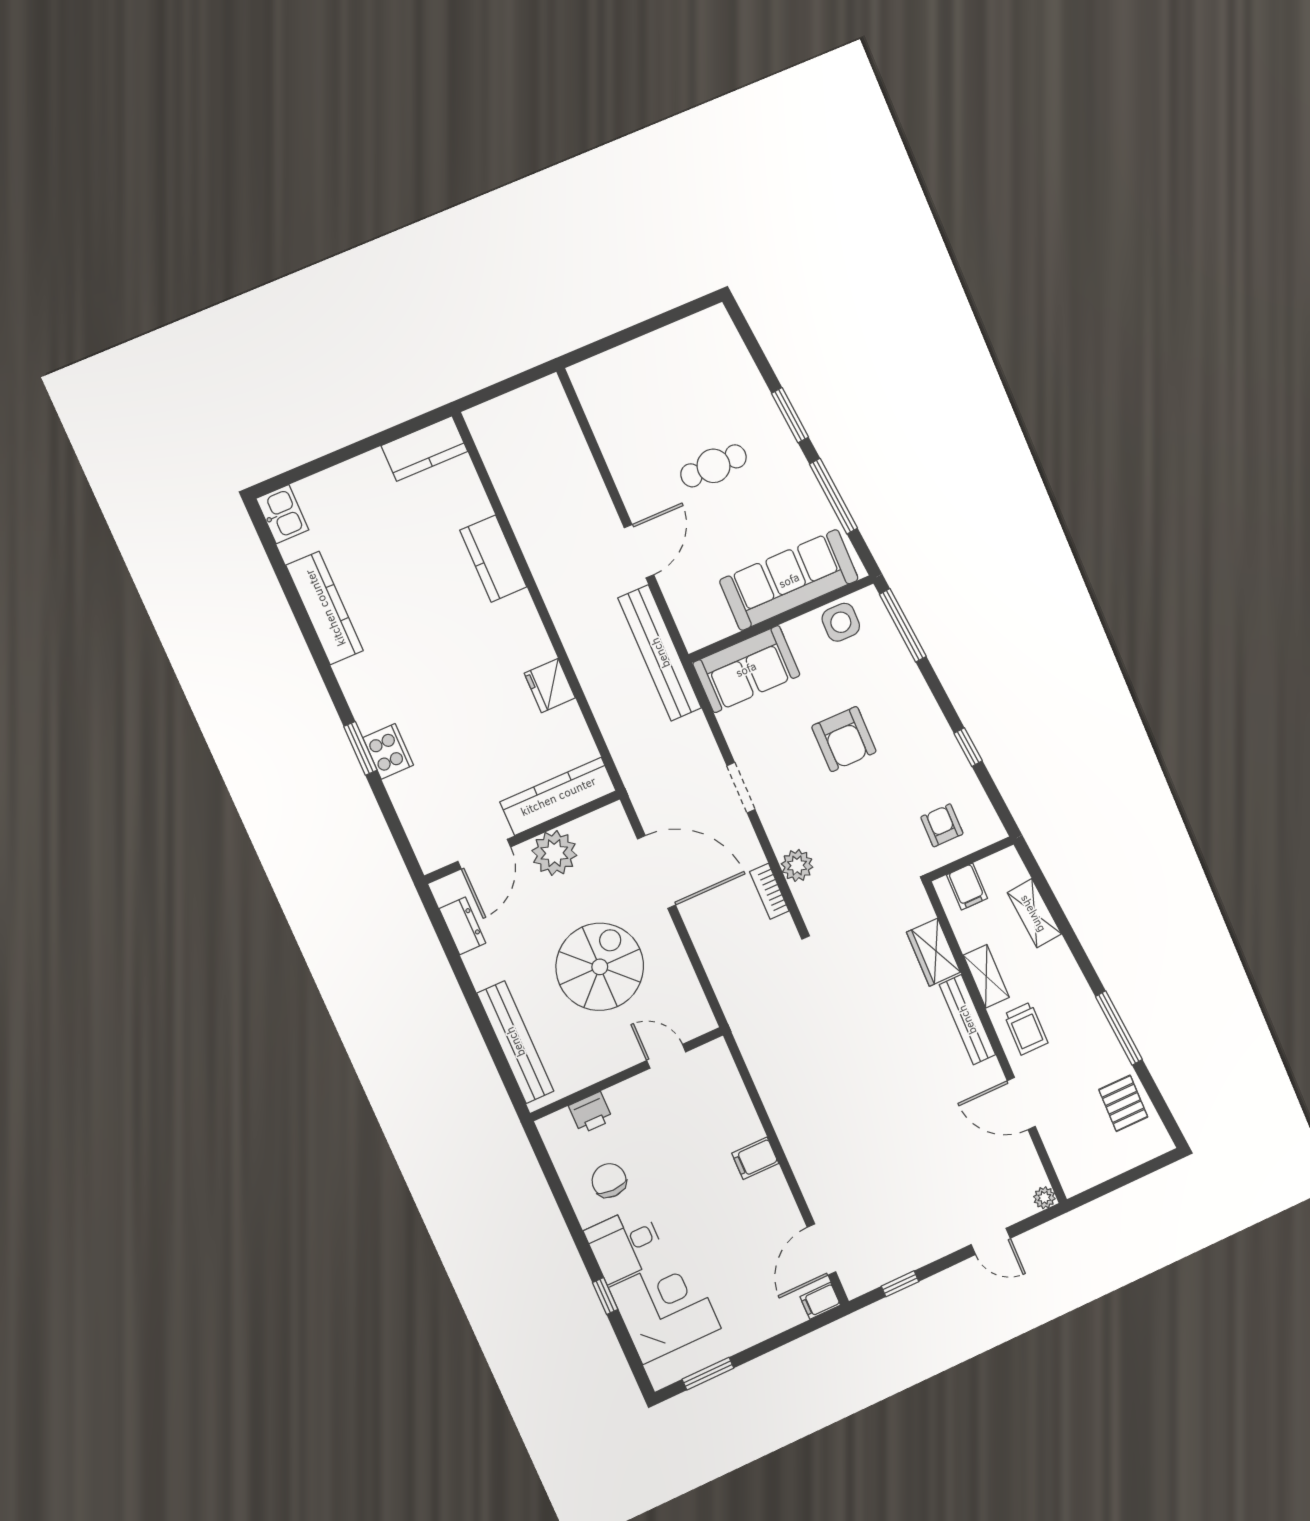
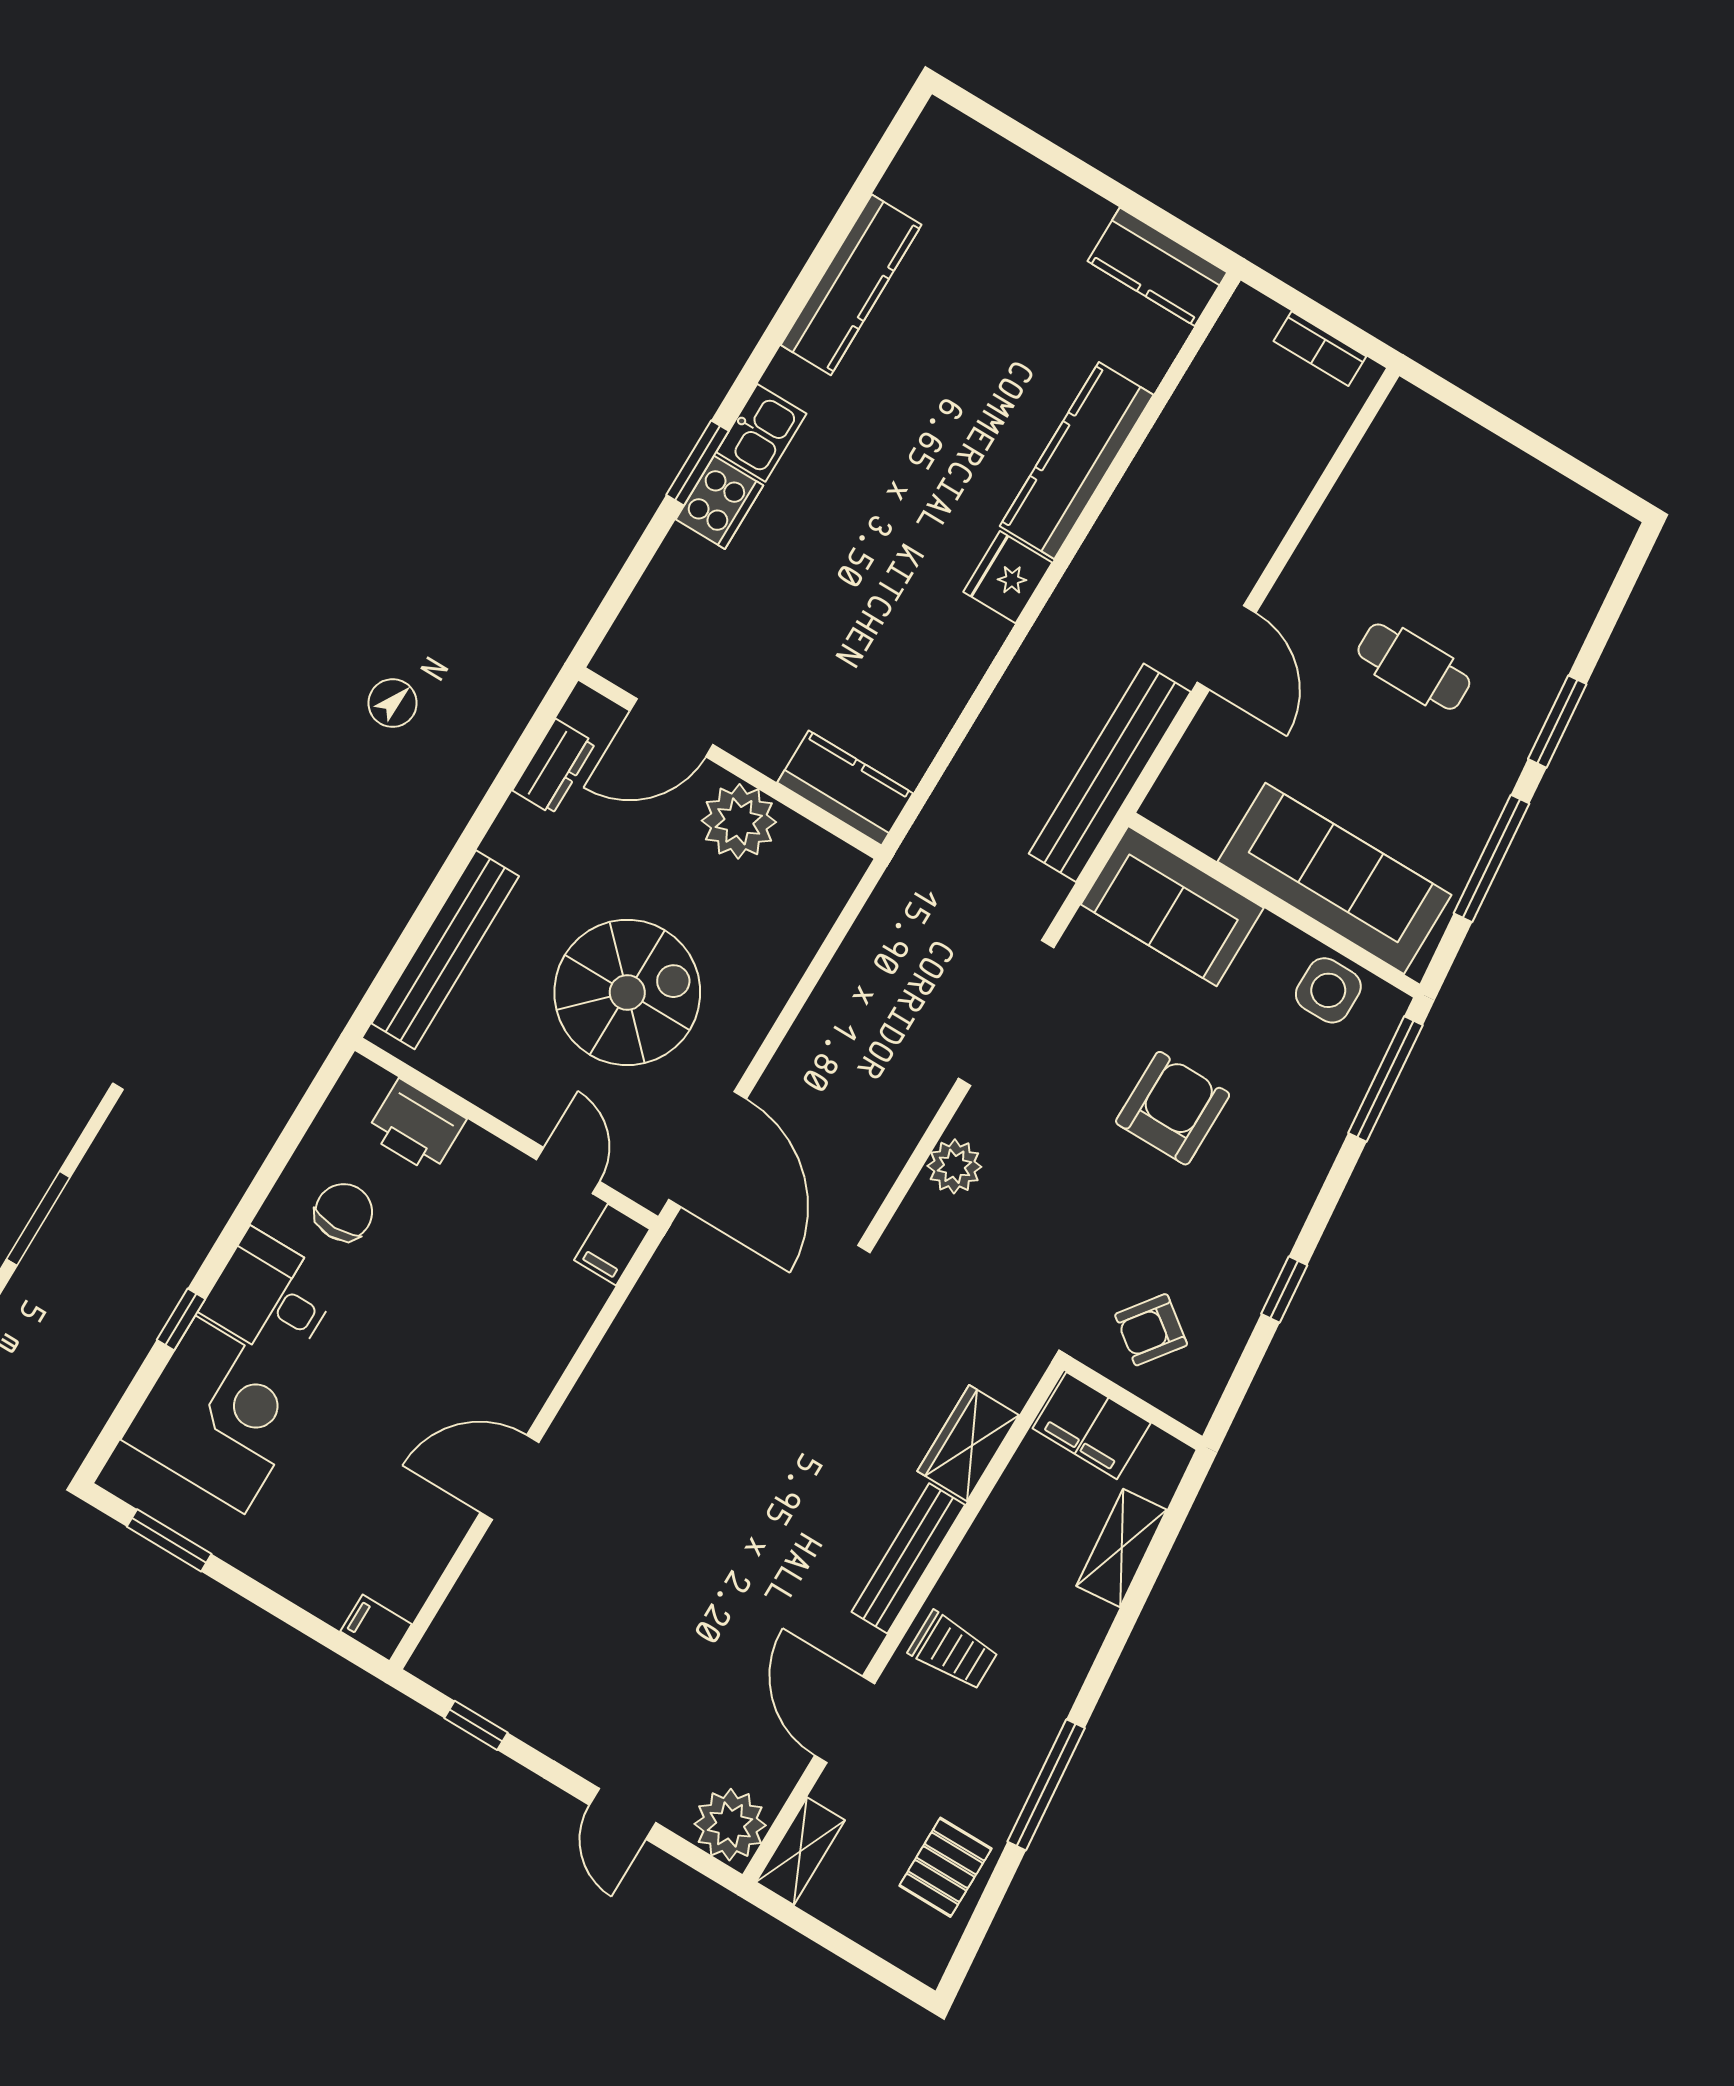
kitchen sink: (282, 514) -> (761, 433), moved
door: (639, 551) -> (1227, 648), hinge flipped
kitchen counter: (493, 559) -> (1077, 460), width x1.50
fridge: (550, 686) -> (1008, 577), moved
armchair: (844, 739) -> (1173, 1108), turned 180
doorway: (741, 788) -> (1006, 1013), width x1.88
kitchen counter: (558, 796) -> (845, 788), width x0.67
armchair: (942, 825) -> (1151, 1330), turned -143
door: (657, 872) -> (707, 1149), moved
filing cabinet: (967, 887) -> (1092, 1426), width x2.00
bookcase: (769, 891) -> (1320, 349), moved, turned -90
shelving: (986, 976) -> (800, 1851), moved
trolley: (1026, 1029) -> (953, 1651), turned -90
printer: (591, 1113) -> (416, 1126), width x1.36, depth x1.24
filing cabinet: (755, 1158) -> (612, 1245), moved, turned -90
plant: (1044, 1198) -> (730, 1825), width x1.88, depth x1.88
door: (821, 1250) -> (510, 1477), moved

